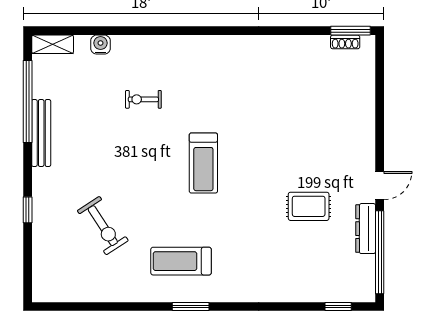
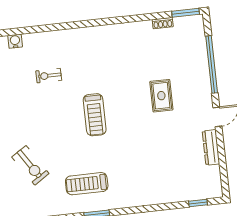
shoe rack: (345, 42) -> (163, 23), moved
rug: (309, 206) -> (161, 96), moved, turned 90
window: (380, 252) -> (212, 64), moved

